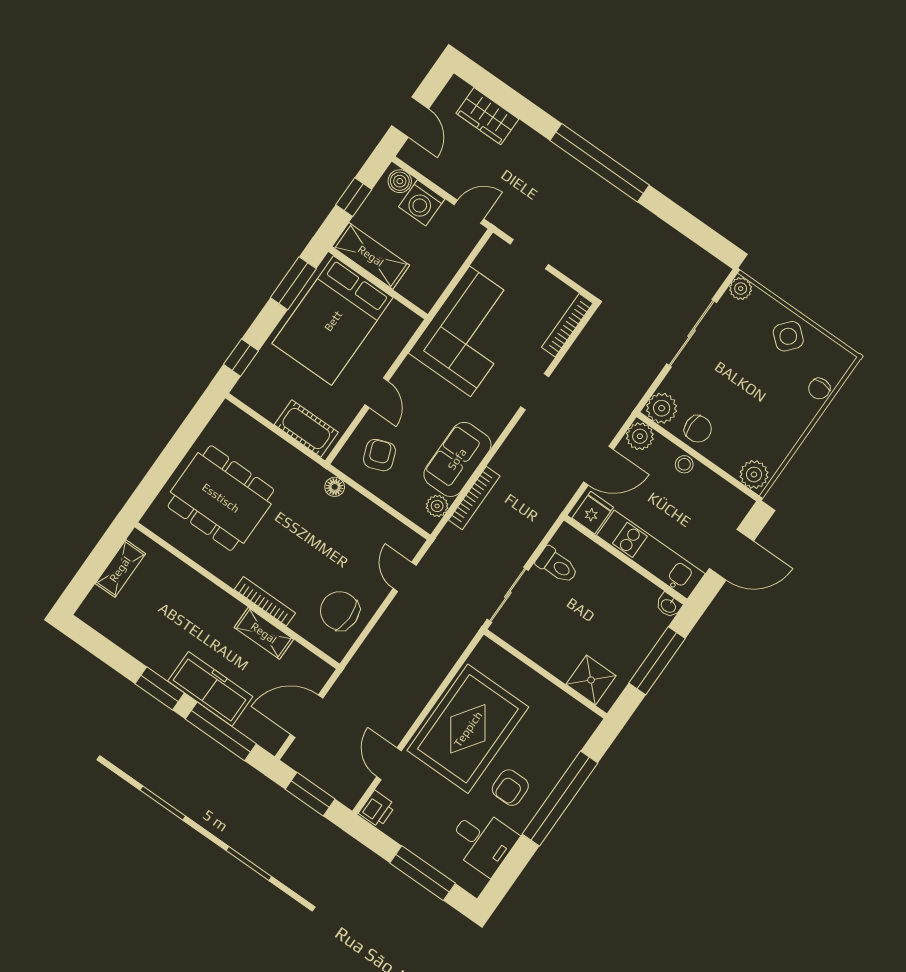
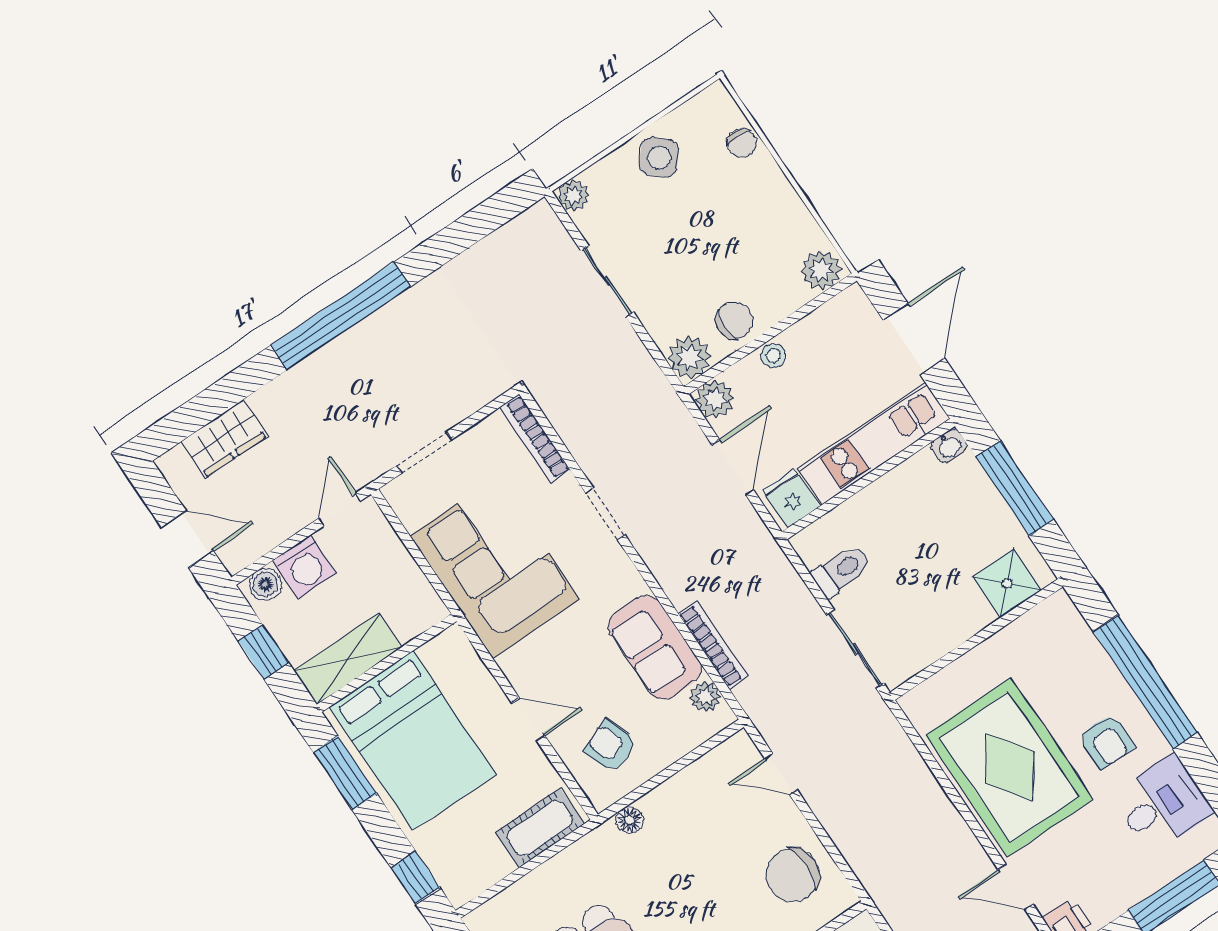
sliding door: (692, 333) -> (607, 281), width x0.73

